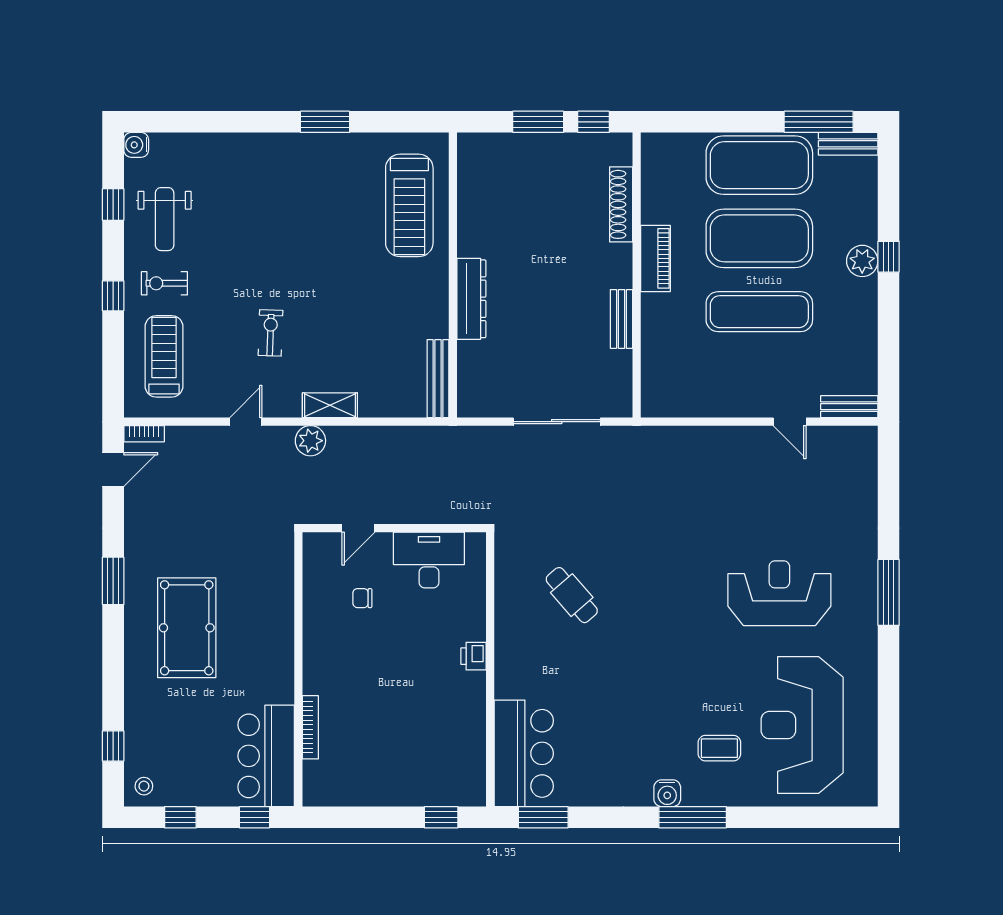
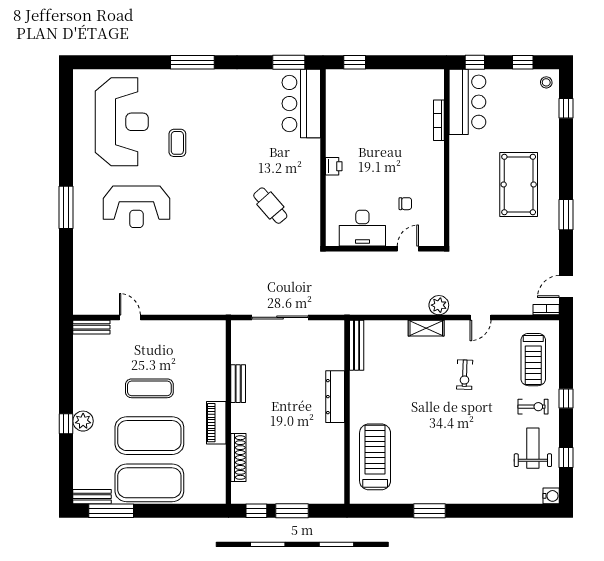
exercise mat: (759, 312) -> (149, 388), width x0.73, depth x0.69
coffee table: (719, 748) -> (177, 143), moved, turned 90
water cooler: (667, 793) -> (209, 78), removed

